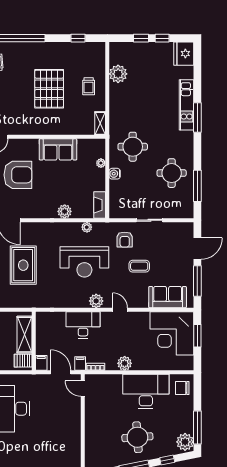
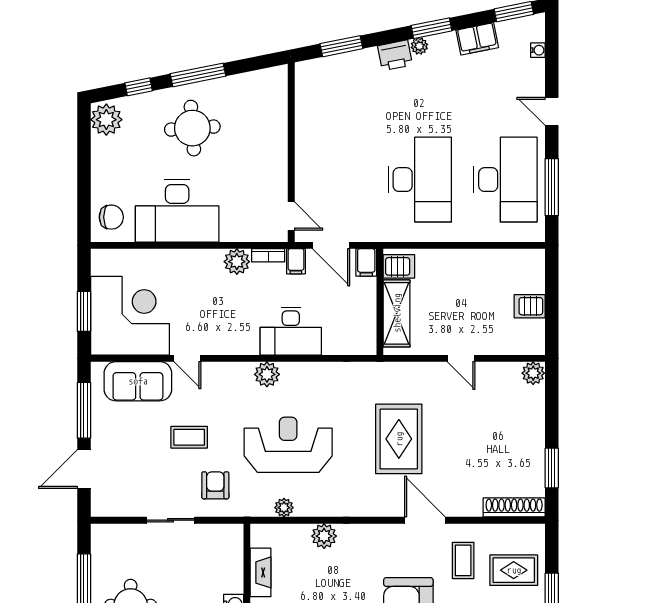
fireplace: (100, 205) -> (261, 572), moved
door: (120, 310) -> (187, 358), moved
plant: (125, 363) -> (237, 262), moved
window: (197, 428) -> (84, 145), removed

